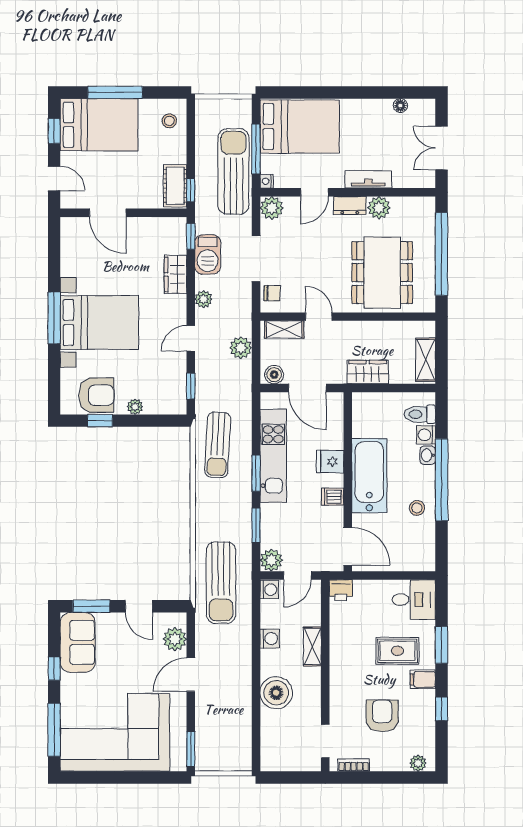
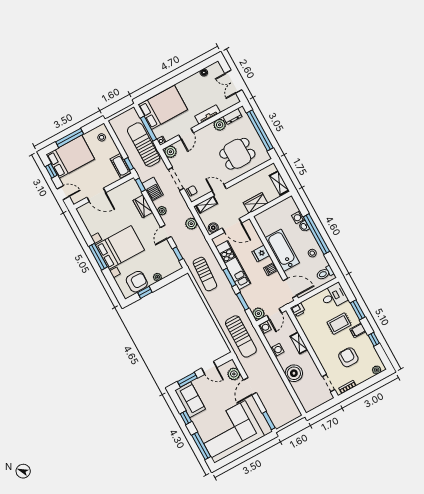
dresser: (350, 206) -> (232, 116), moved
dining table: (382, 273) -> (237, 154), width x0.73
toilet: (420, 414) -> (325, 273), moved

